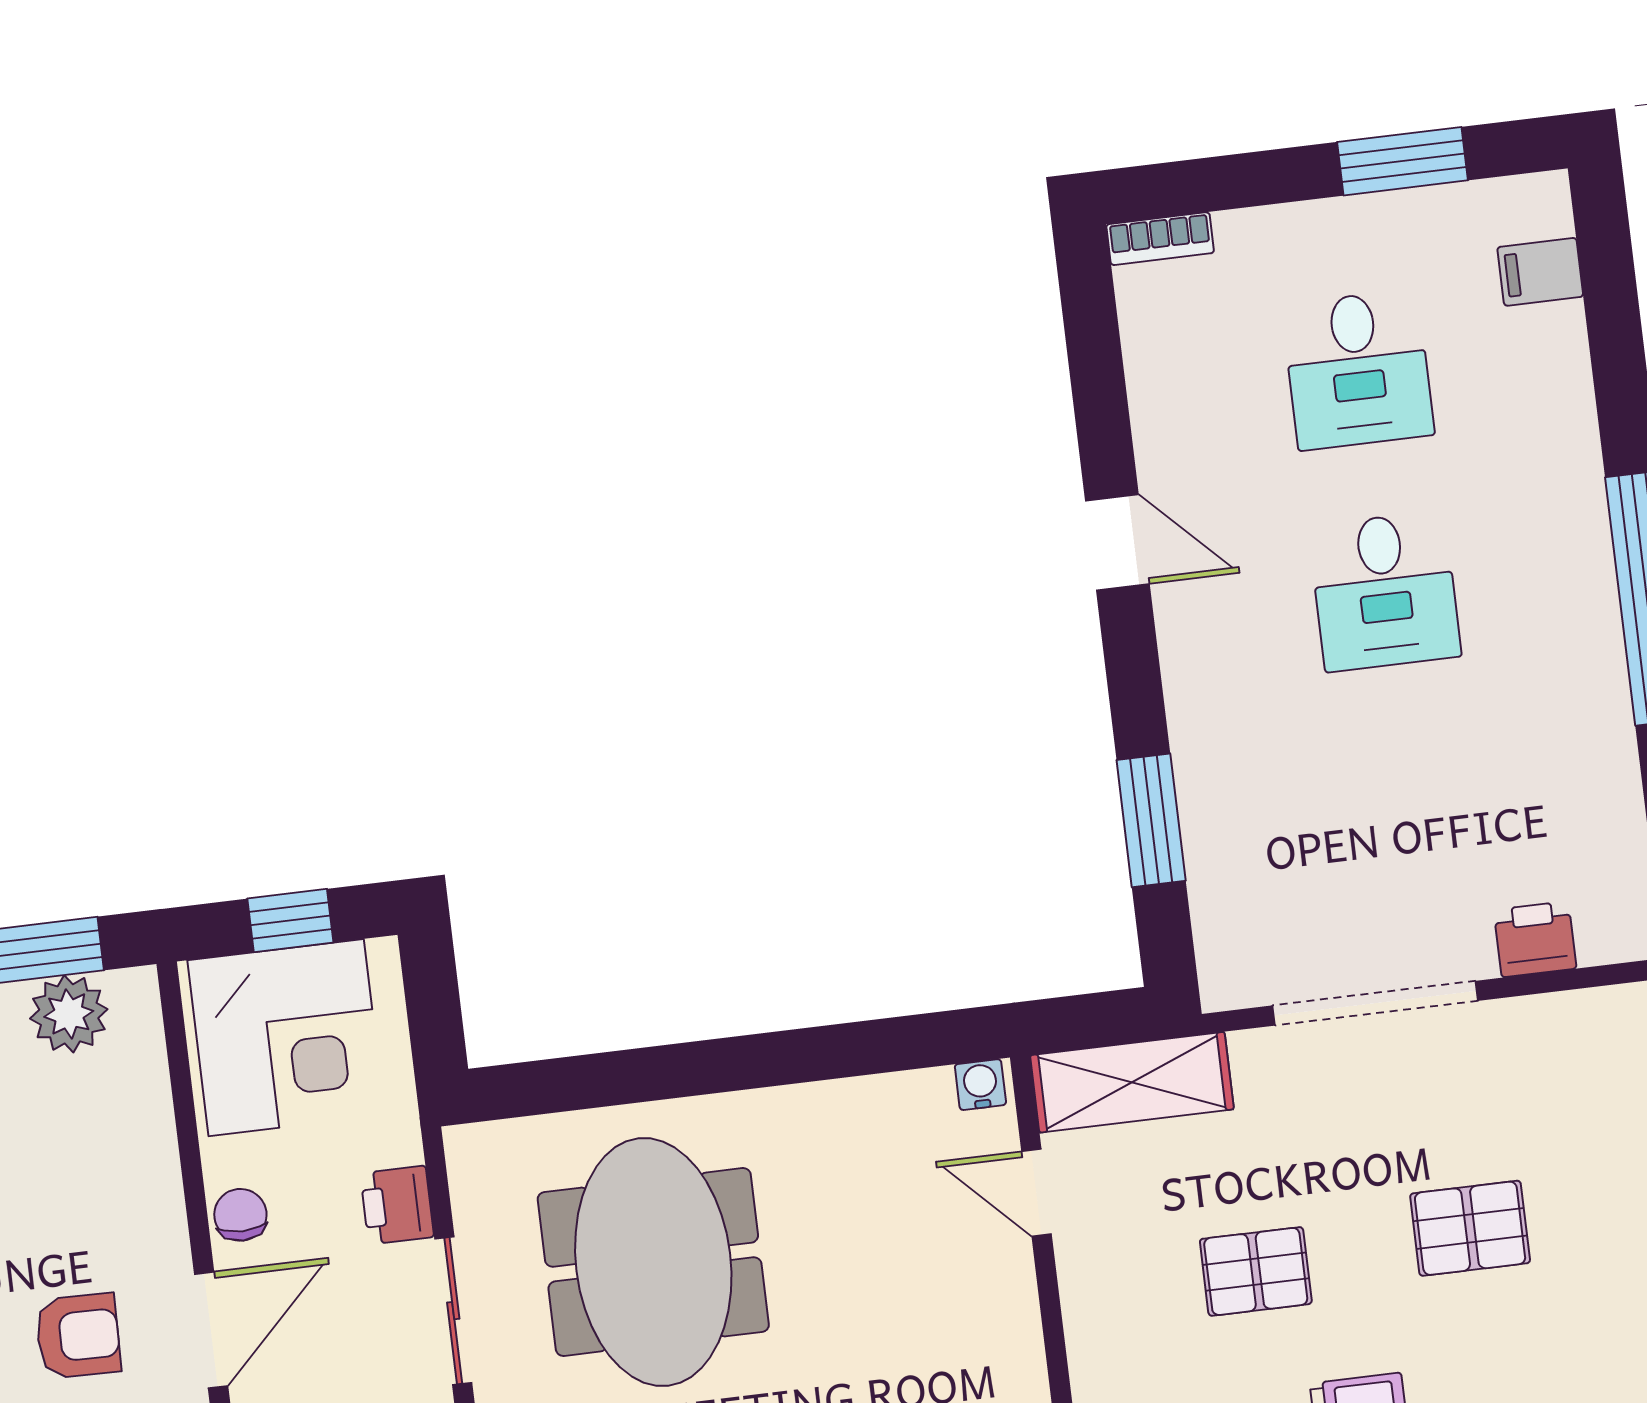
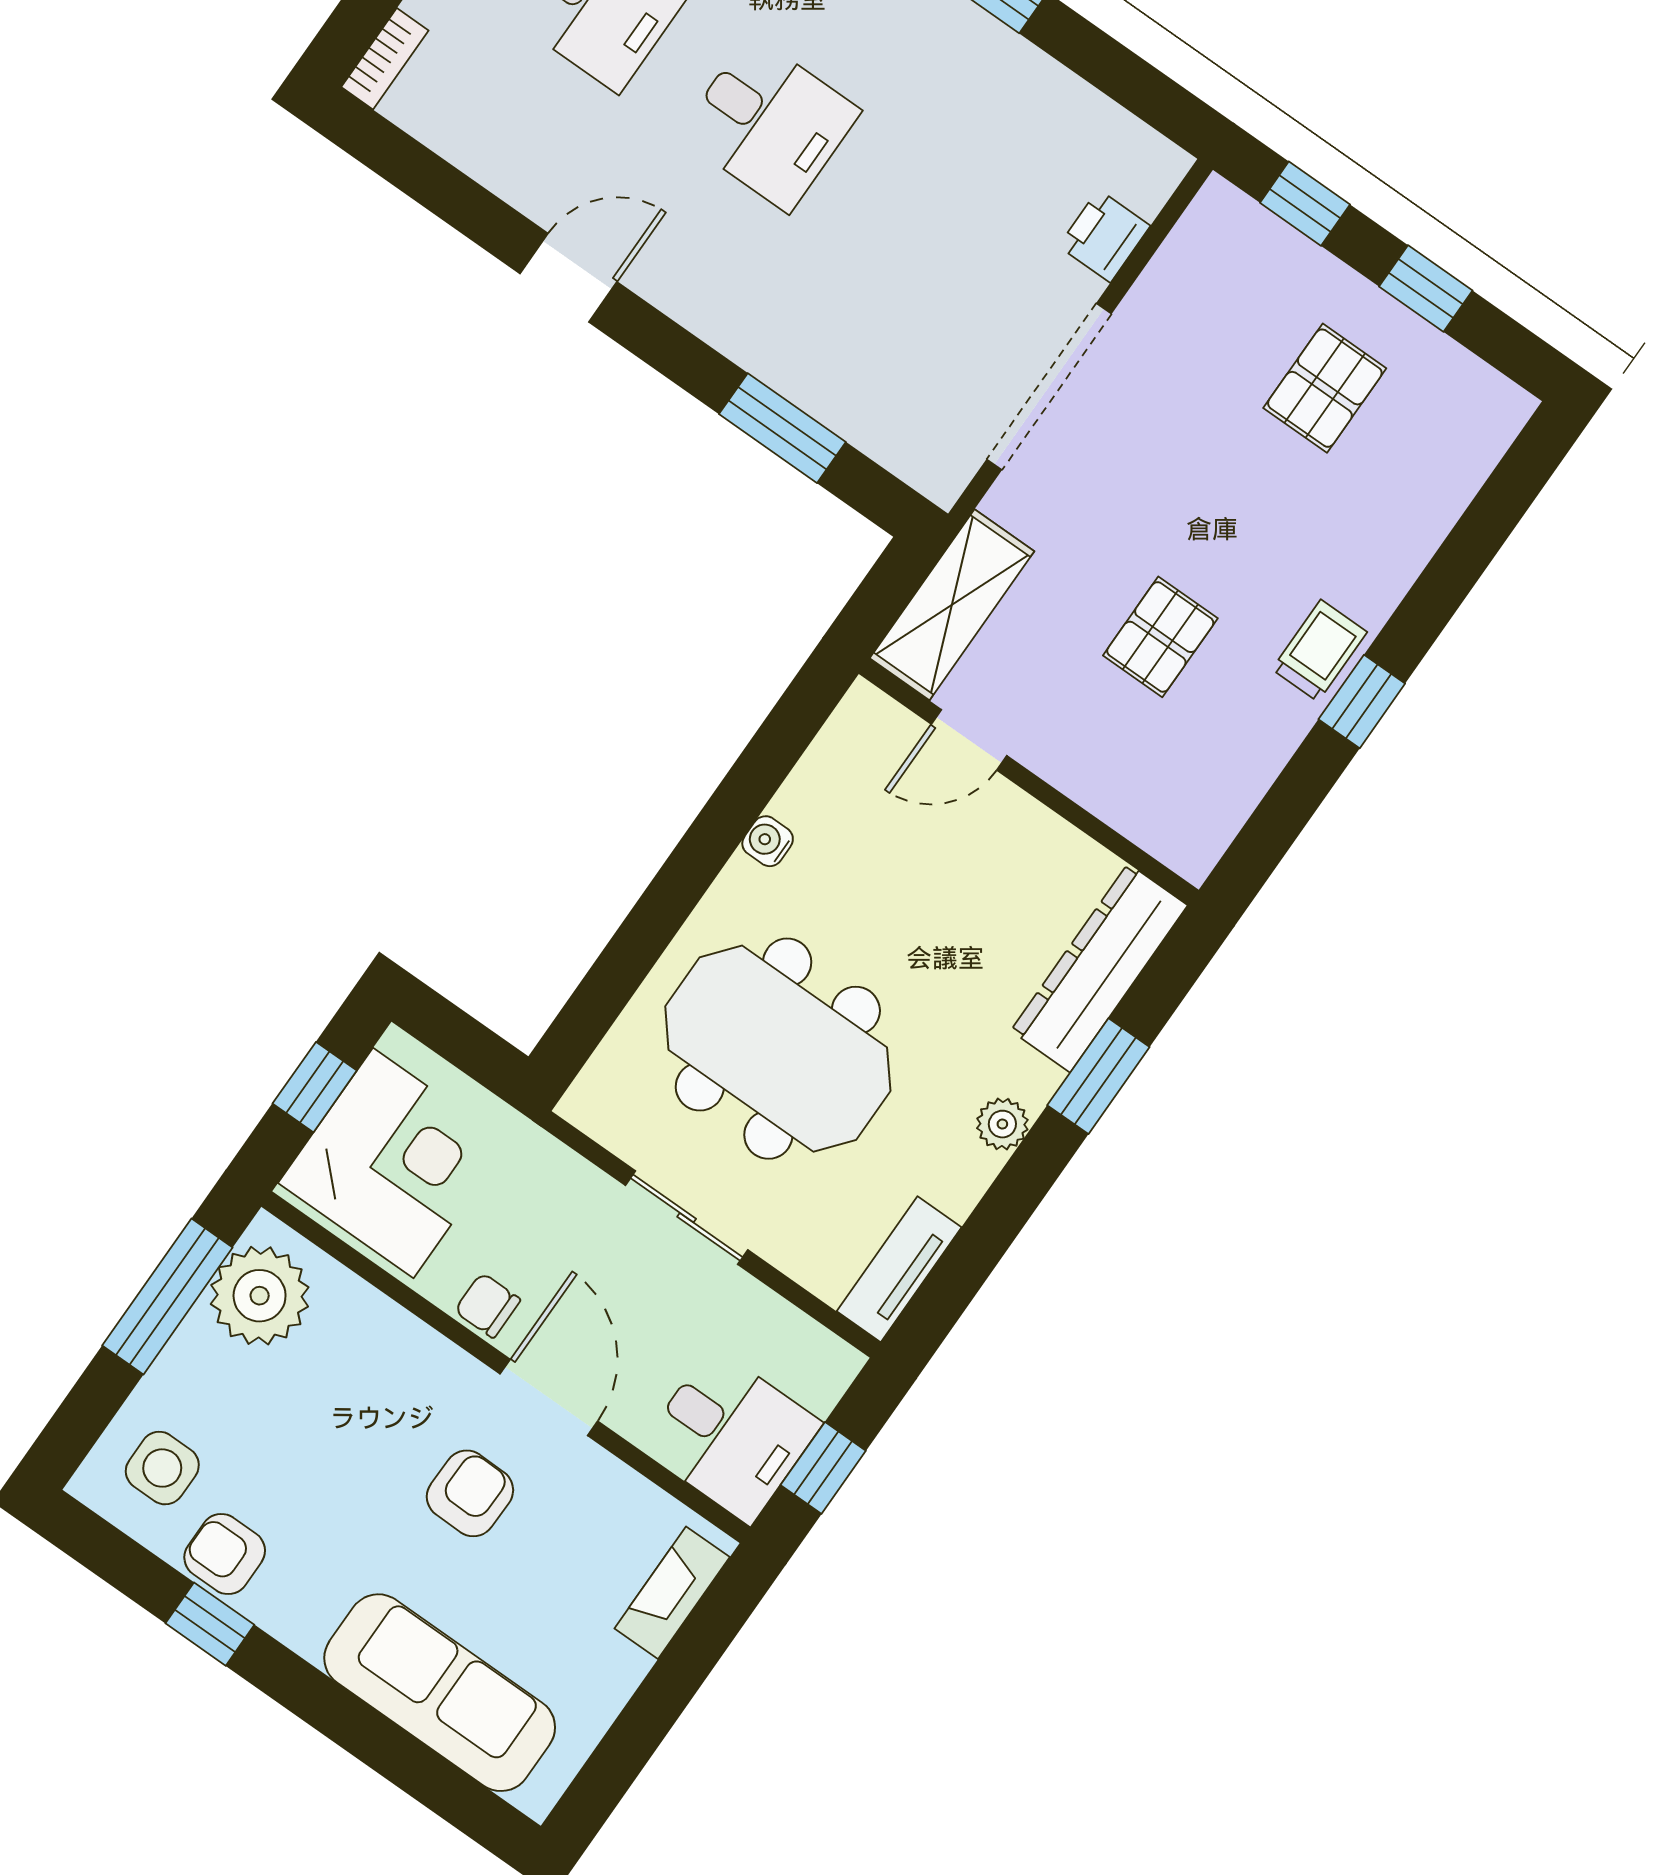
plant: (69, 1014) -> (260, 1296), width x1.36, depth x1.36
water cooler: (980, 1085) -> (768, 841), moved
printer: (397, 1205) -> (578, 1191), removed
pallet: (1470, 1228) -> (1325, 388), moved

